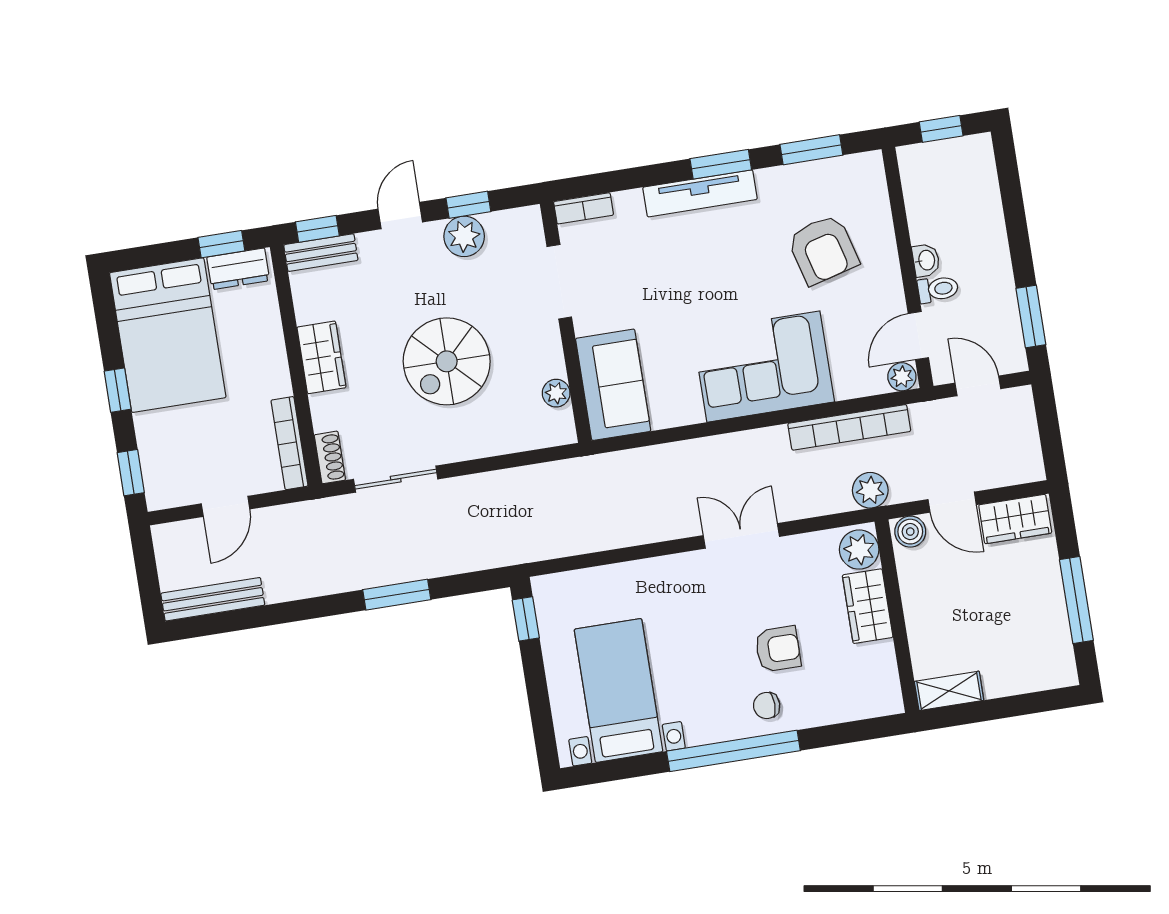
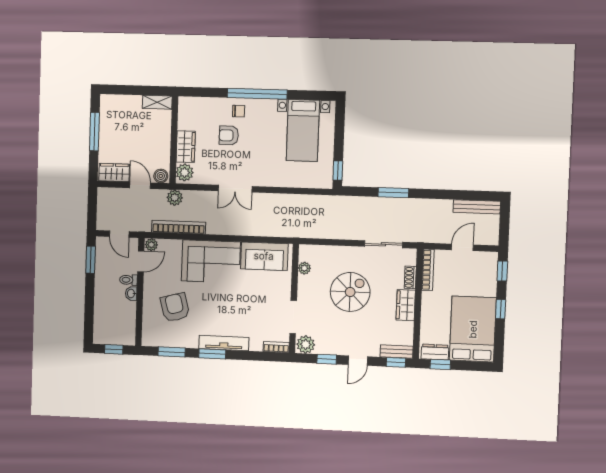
plant: (464, 236) -> (306, 344), moved
sofa: (613, 385) -> (264, 256), moved, turned -90
shoe rack: (330, 457) -> (410, 277), moved

